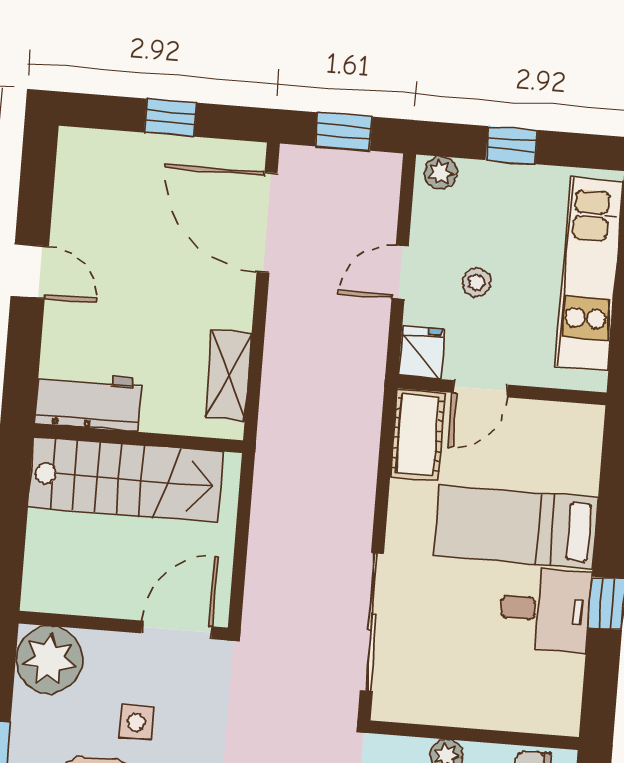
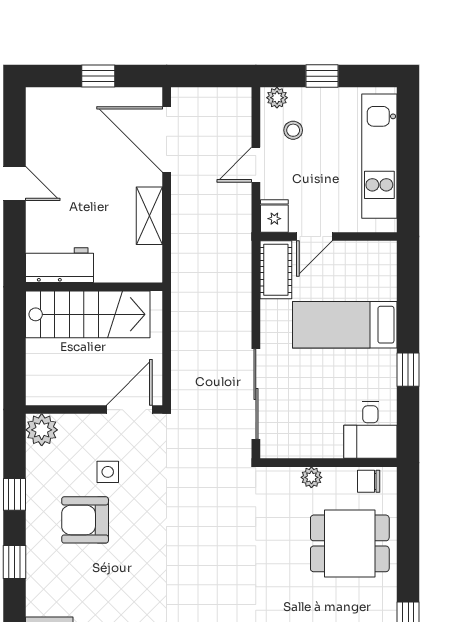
window: (344, 132) -> (212, 76), removed
stool: (477, 283) -> (293, 130), moved
shelving: (228, 375) -> (149, 216), moved
desk: (545, 609) -> (370, 430), moved, turned 90
plant: (49, 660) -> (42, 430), width x0.73, depth x0.73

